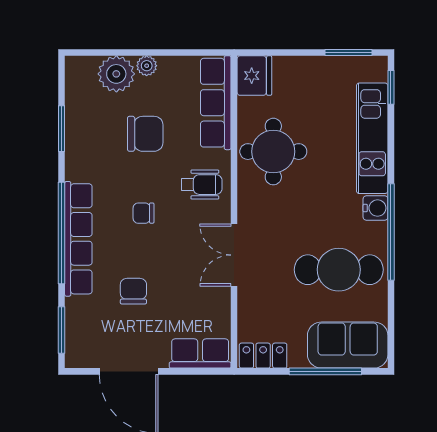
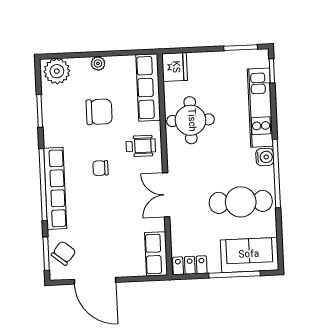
plant: (116, 74) -> (57, 71), moved
chair: (133, 291) -> (64, 253), moved, turned 39
row of seats: (200, 353) -> (156, 254), moved, turned -90

